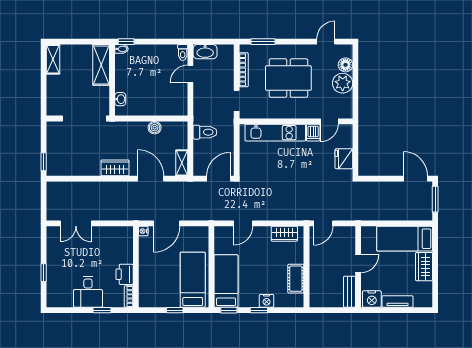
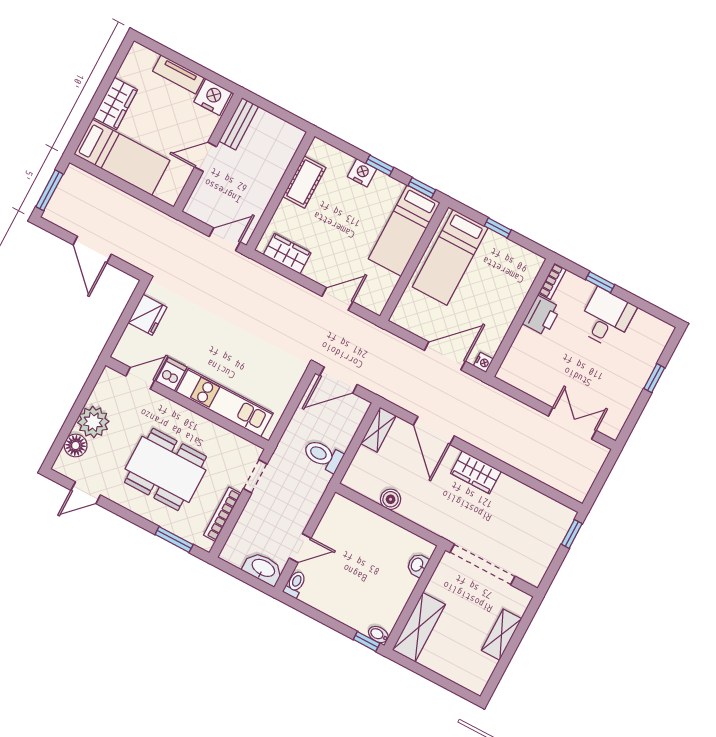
shelving: (53, 59) -> (502, 635), moved
door: (415, 179) -> (92, 250), moved

